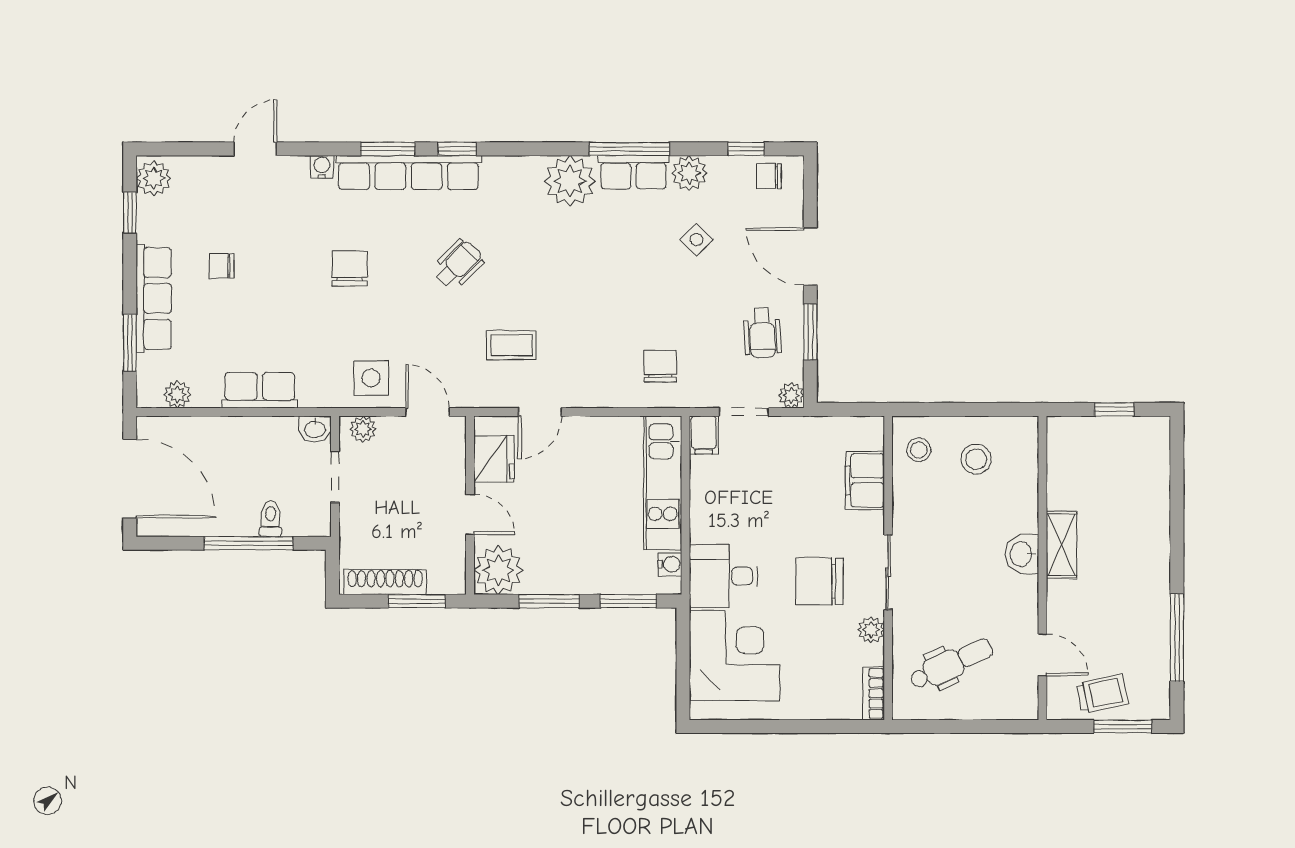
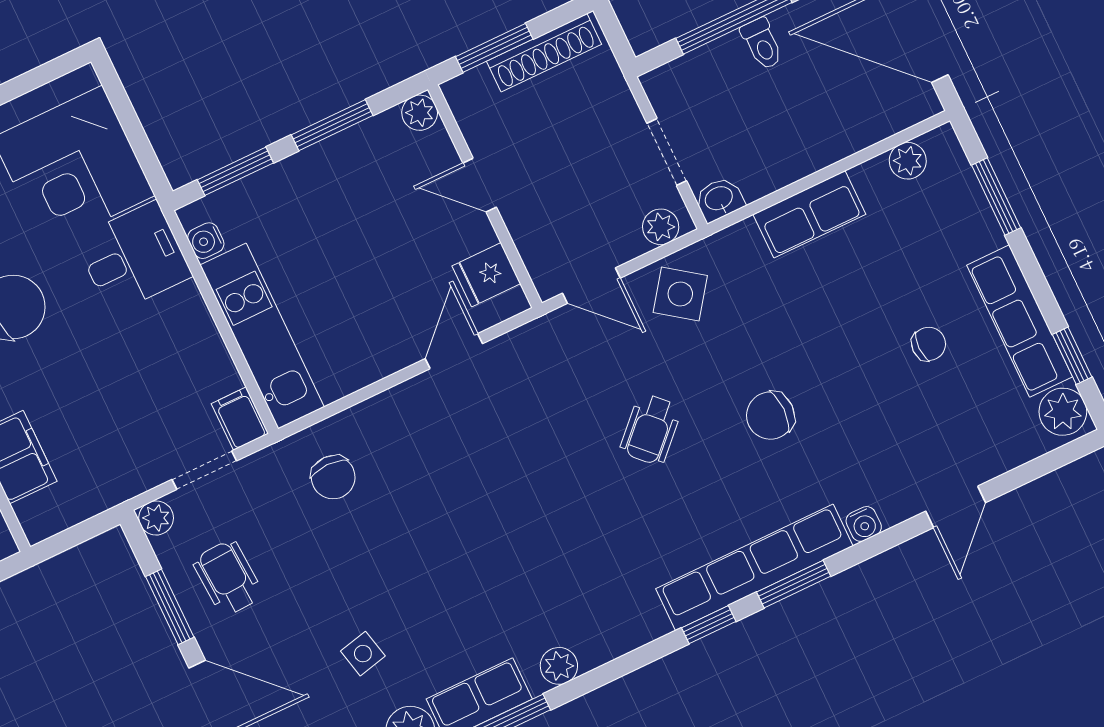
plant: (570, 181) -> (559, 666), width x0.53, depth x0.53
side table: (697, 239) -> (363, 654), turned 33
wheelchair: (458, 264) -> (651, 429), moved
chair: (350, 269) -> (770, 416), turned 90
row of seats: (154, 298) -> (1020, 321), moved
coffee table: (512, 345) -> (527, 416), removed
side table: (371, 378) -> (680, 294), turned 36
fridge: (494, 459) -> (486, 275), width x0.72
toilet: (270, 519) -> (762, 44), moved
plant: (498, 570) -> (420, 113), width x0.53, depth x0.53

